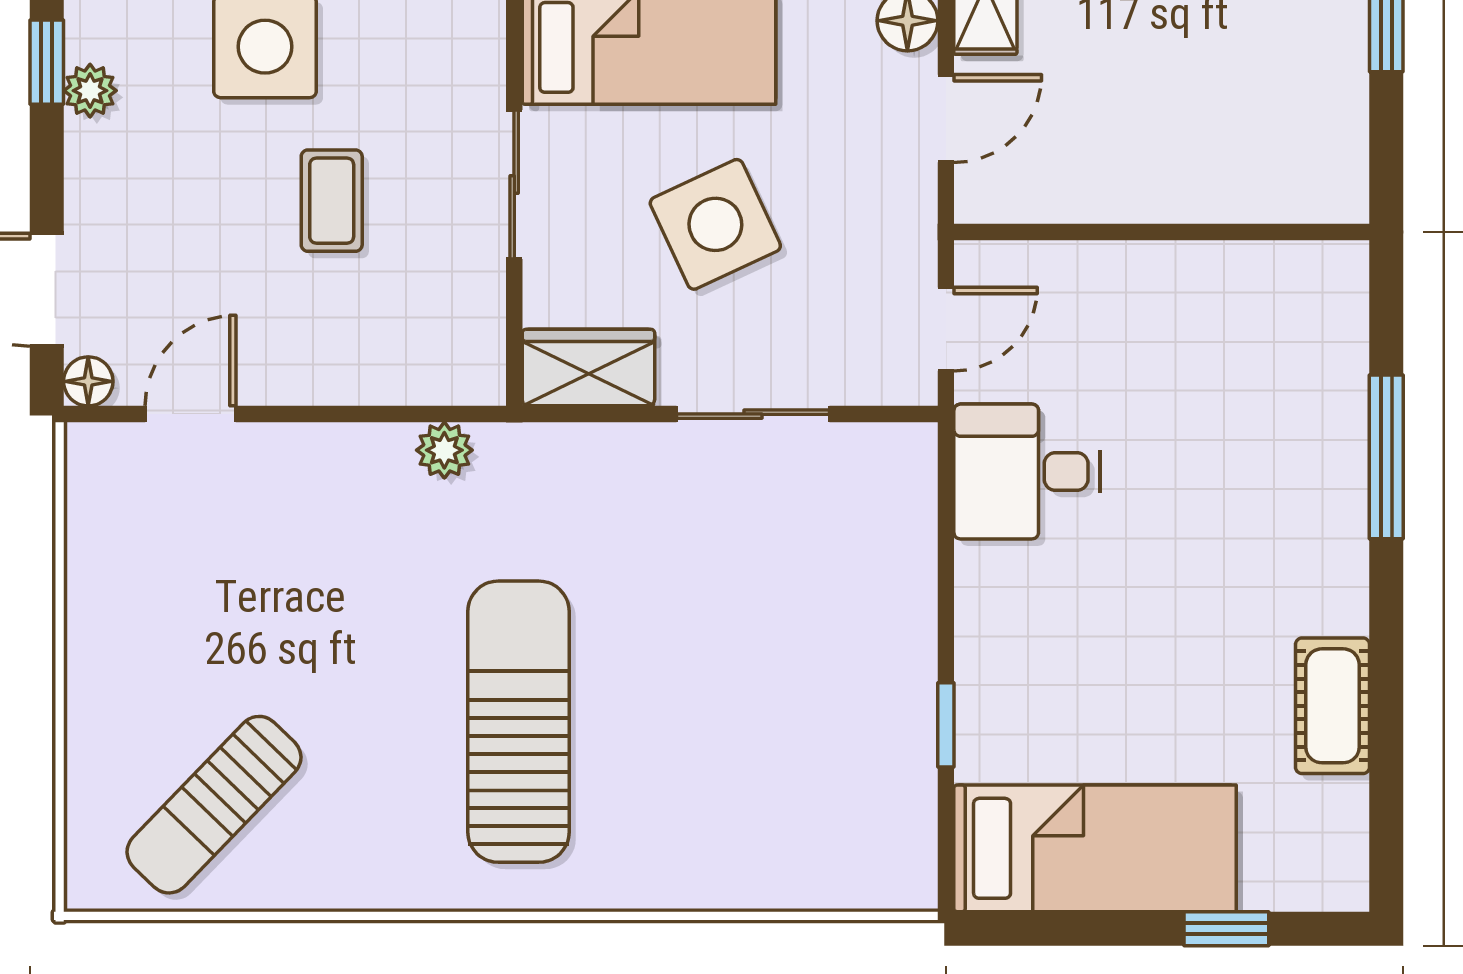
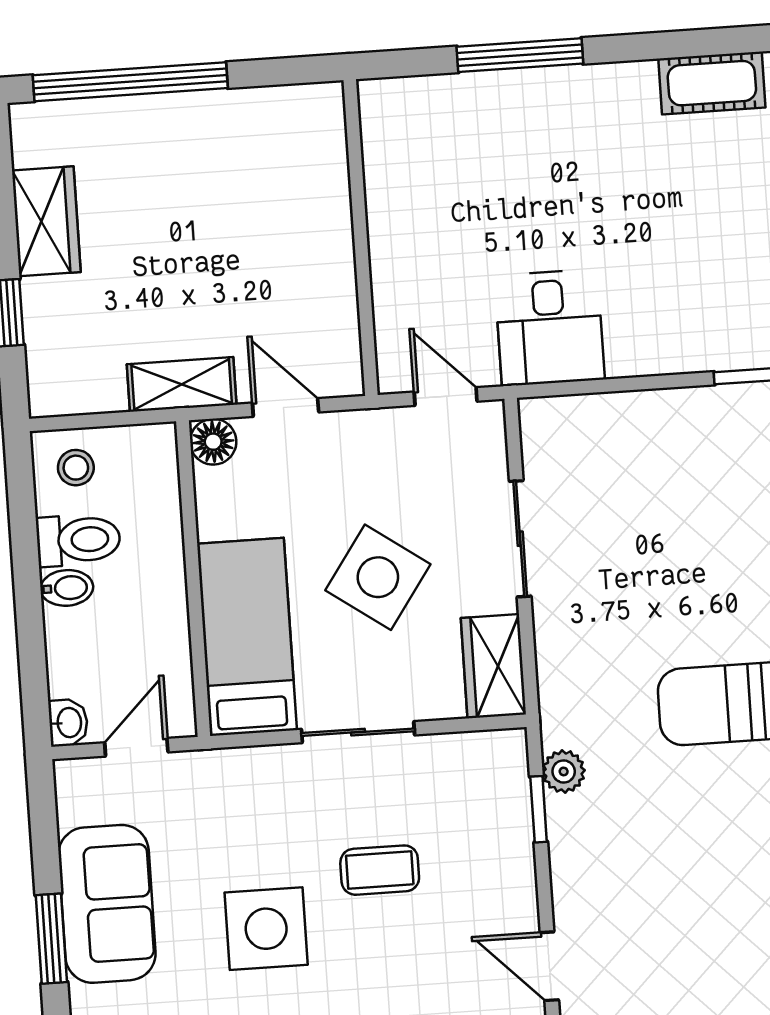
side table: (715, 224) -> (378, 577), turned -30
window: (397, 414) -> (539, 809), added

